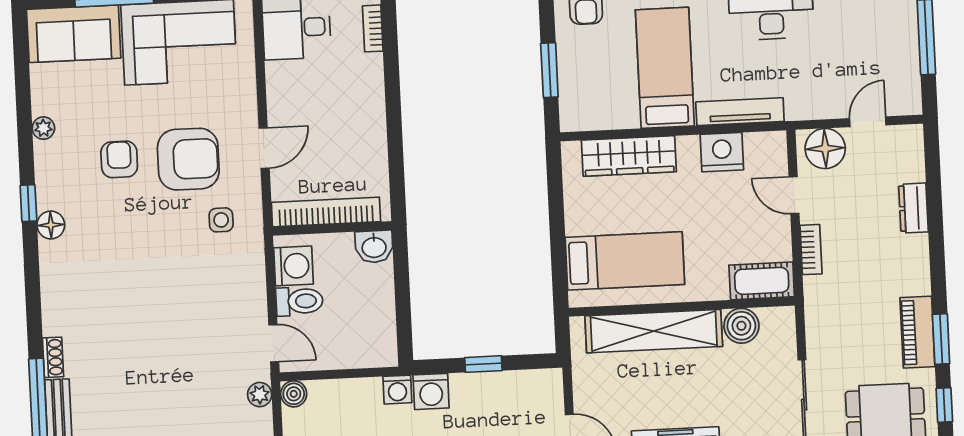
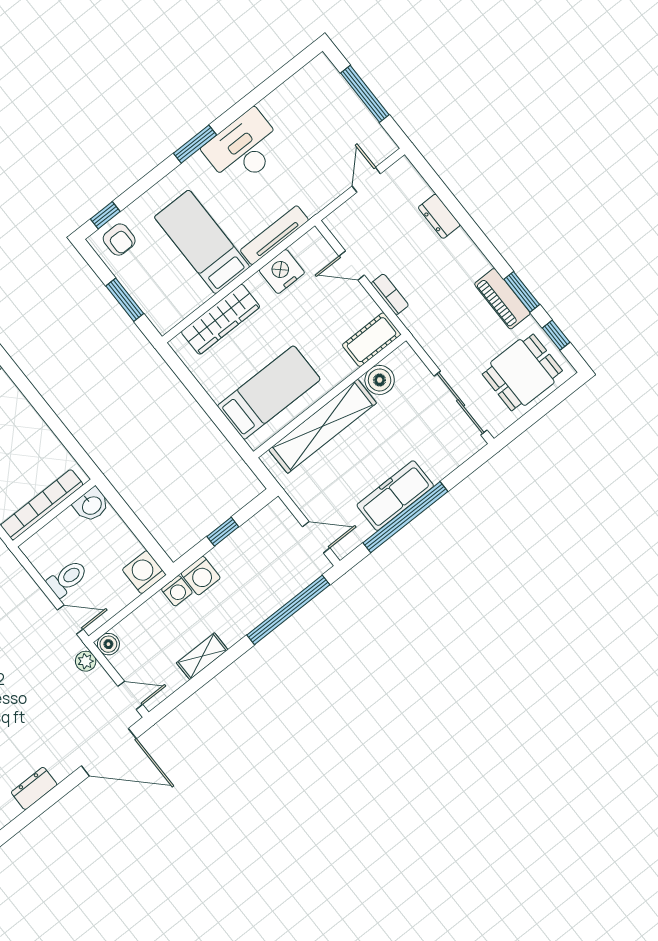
floor lamp: (825, 148) -> (350, 219), removed
washing machine: (293, 266) -> (144, 572), moved, turned -90

